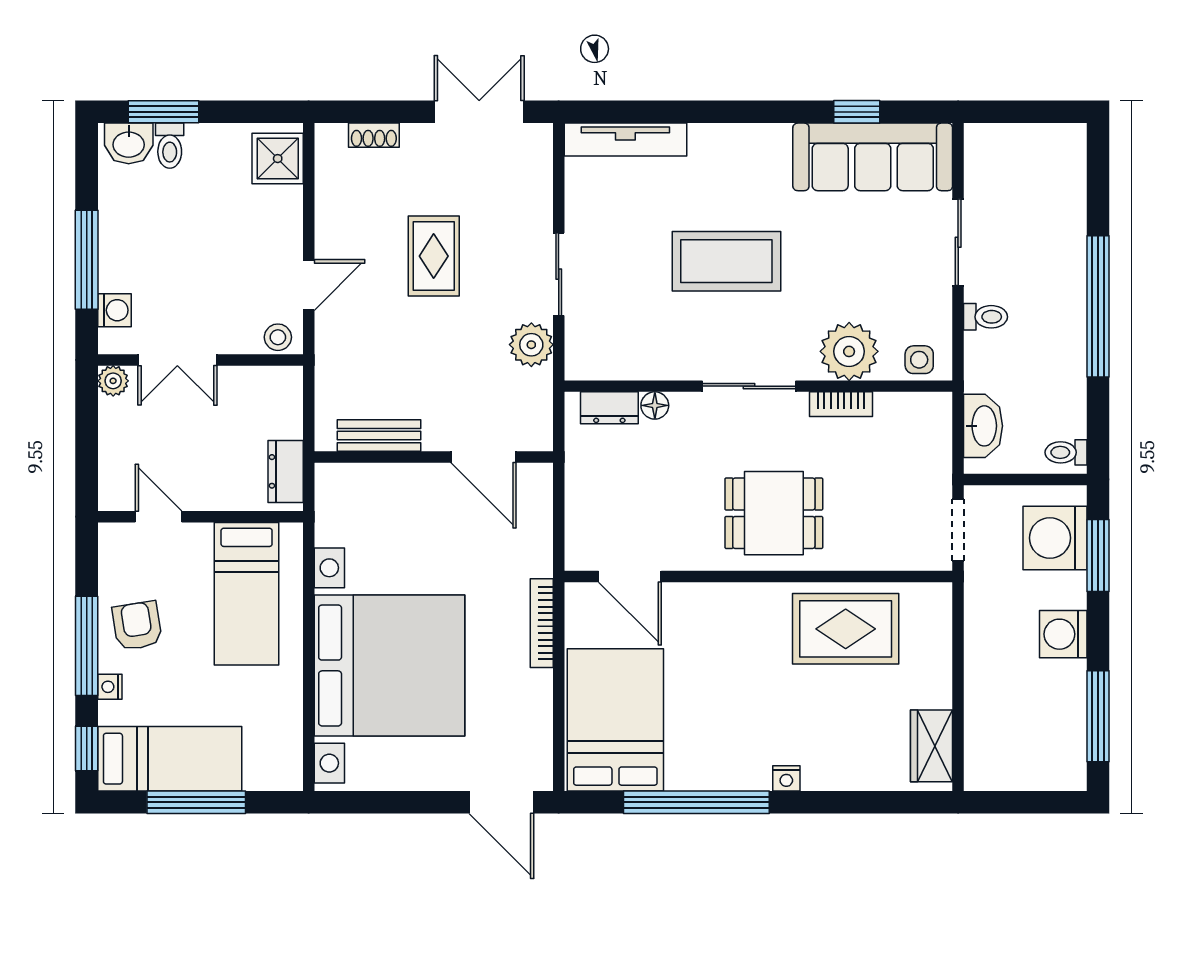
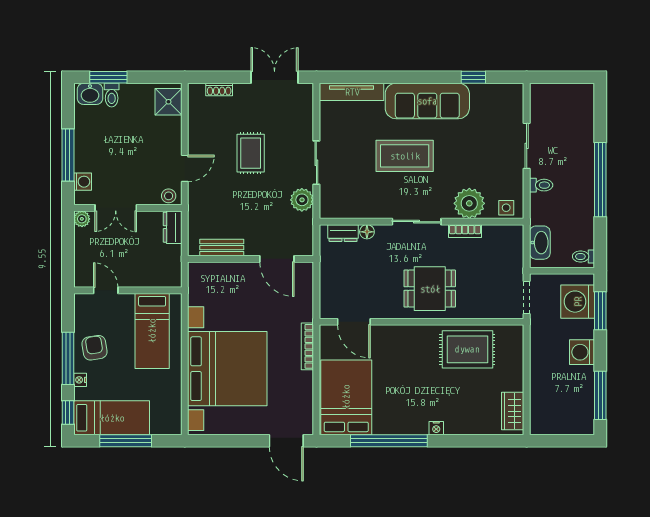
sofa: (873, 157) -> (427, 101), moved
dresser: (286, 471) -> (173, 227), moved

